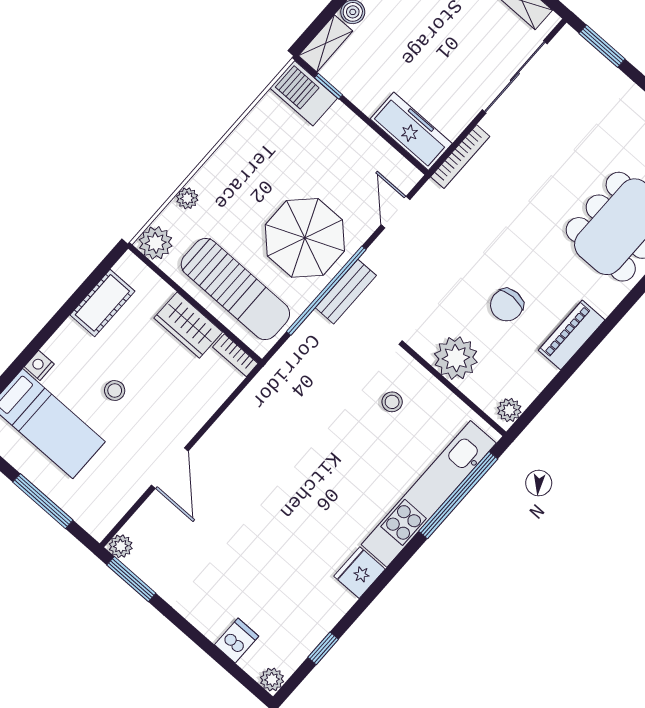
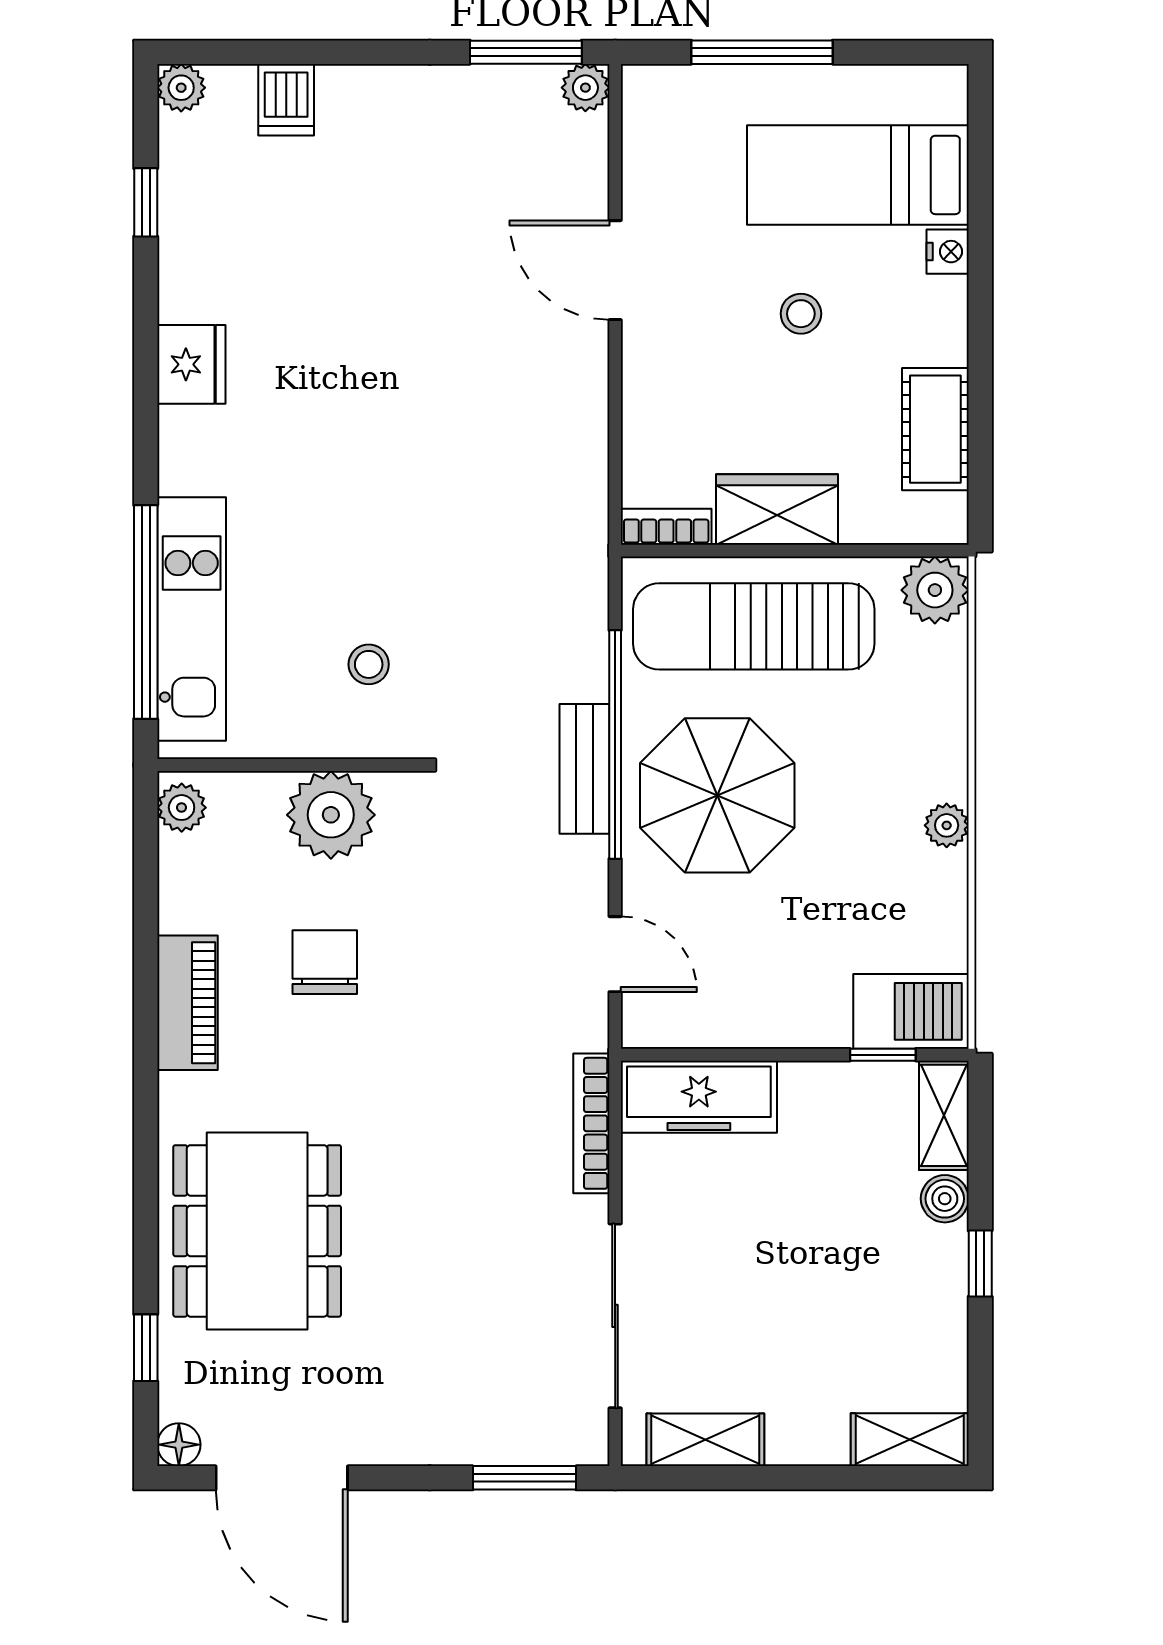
plant: (187, 198) -> (947, 825), moved
kitchen unit: (429, 494) -> (192, 619), width x0.73

